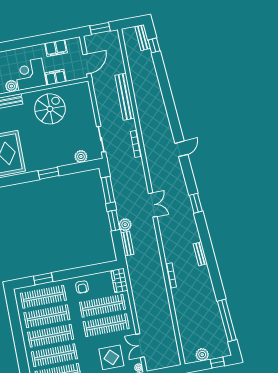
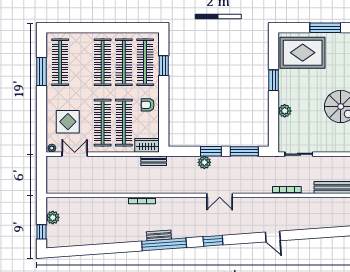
plant: (81, 156) -> (285, 111), moved
window: (49, 173) -> (274, 80), moved
bench: (127, 244) -> (154, 161), moved
window: (227, 320) -> (164, 244), moved
clothes rail: (54, 355) -> (81, 62), removed

